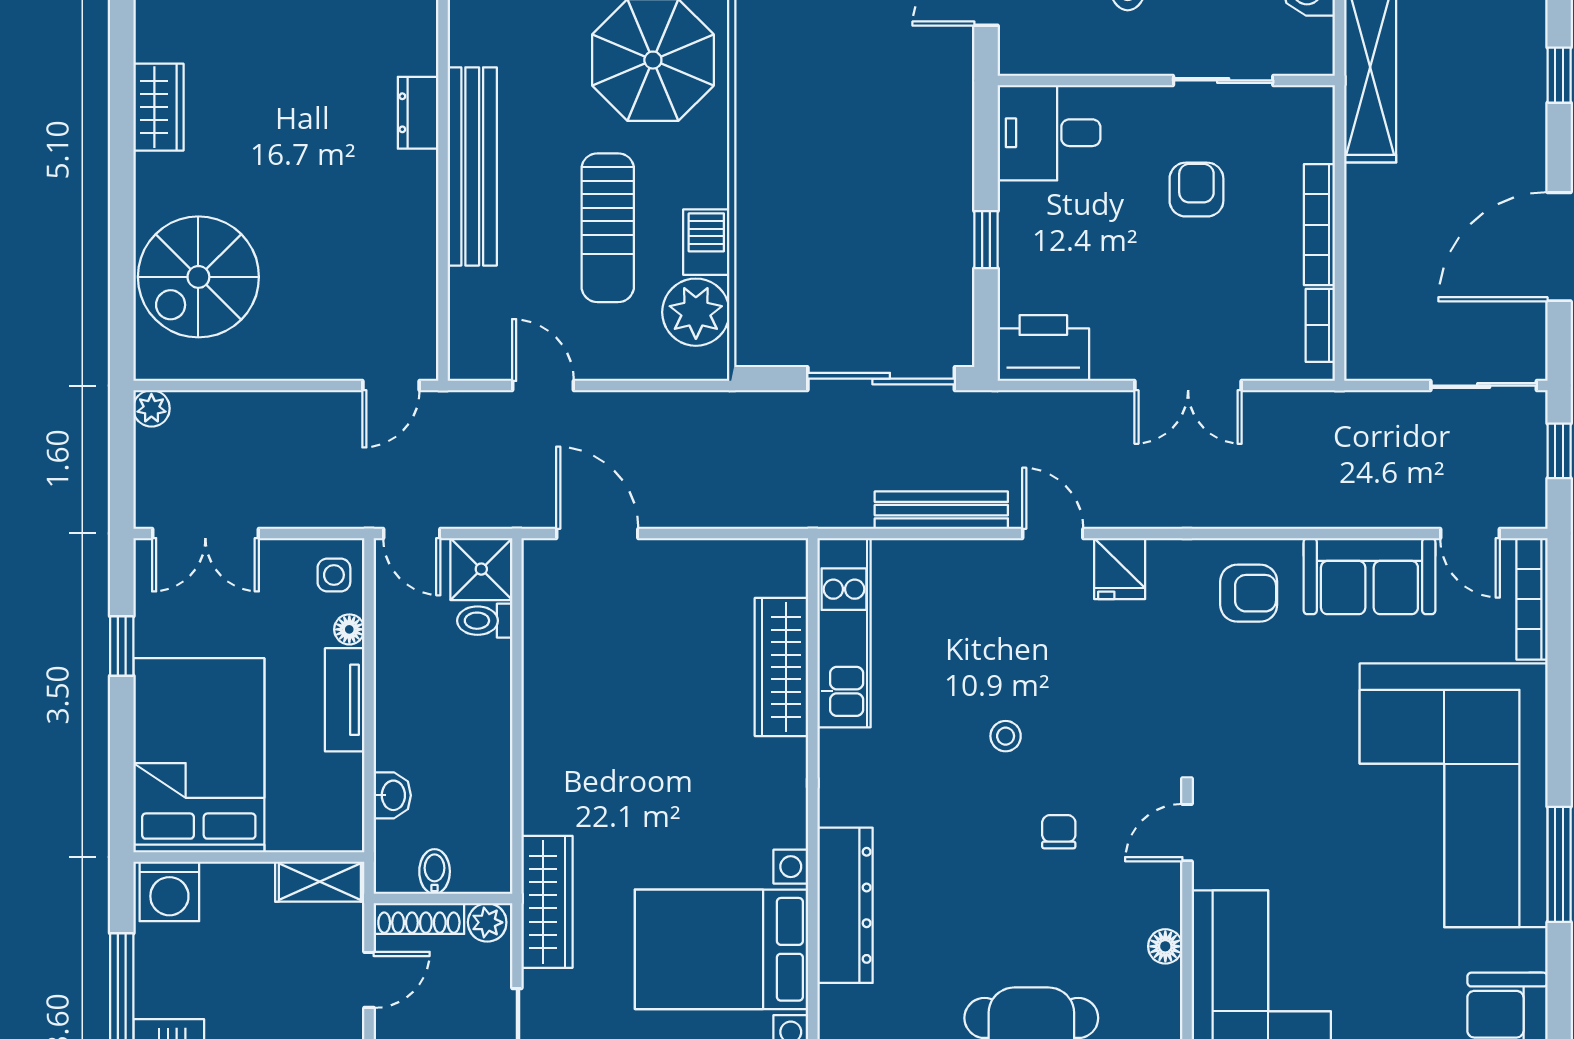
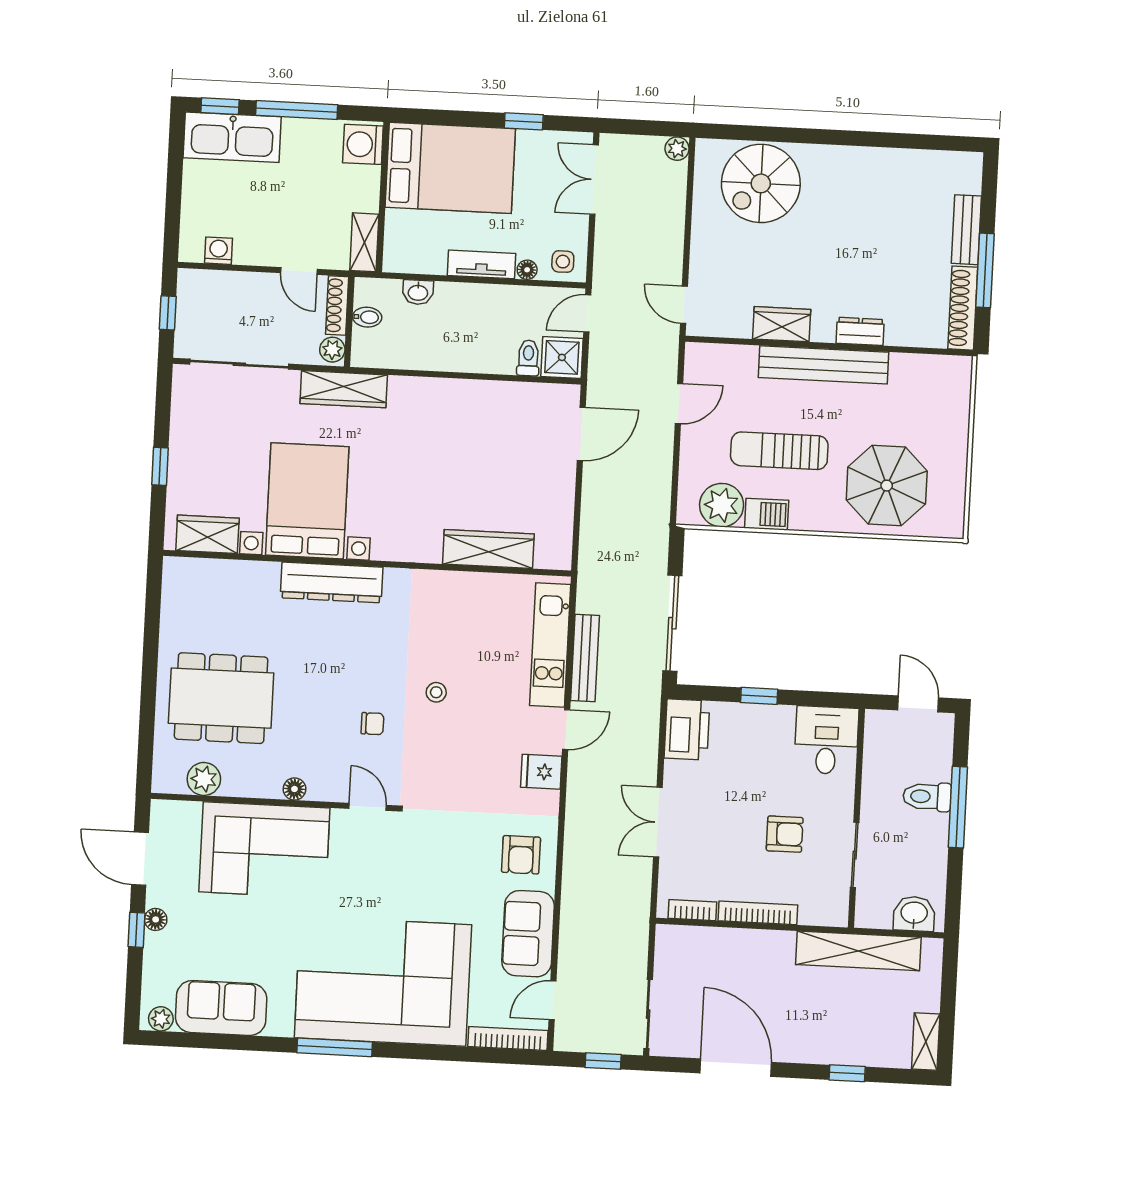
wardrobe: (158, 107) -> (782, 324), moved, turned 180
spiral stairs: (198, 277) -> (761, 183), turned -90
kitchen unit: (844, 633) -> (550, 645), moved, turned 90

